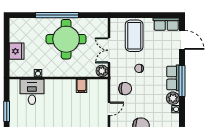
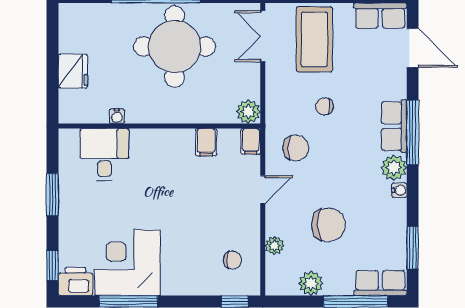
double door: (109, 50) -> (263, 36), moved
filing cabinet: (103, 85) -> (251, 141), added

